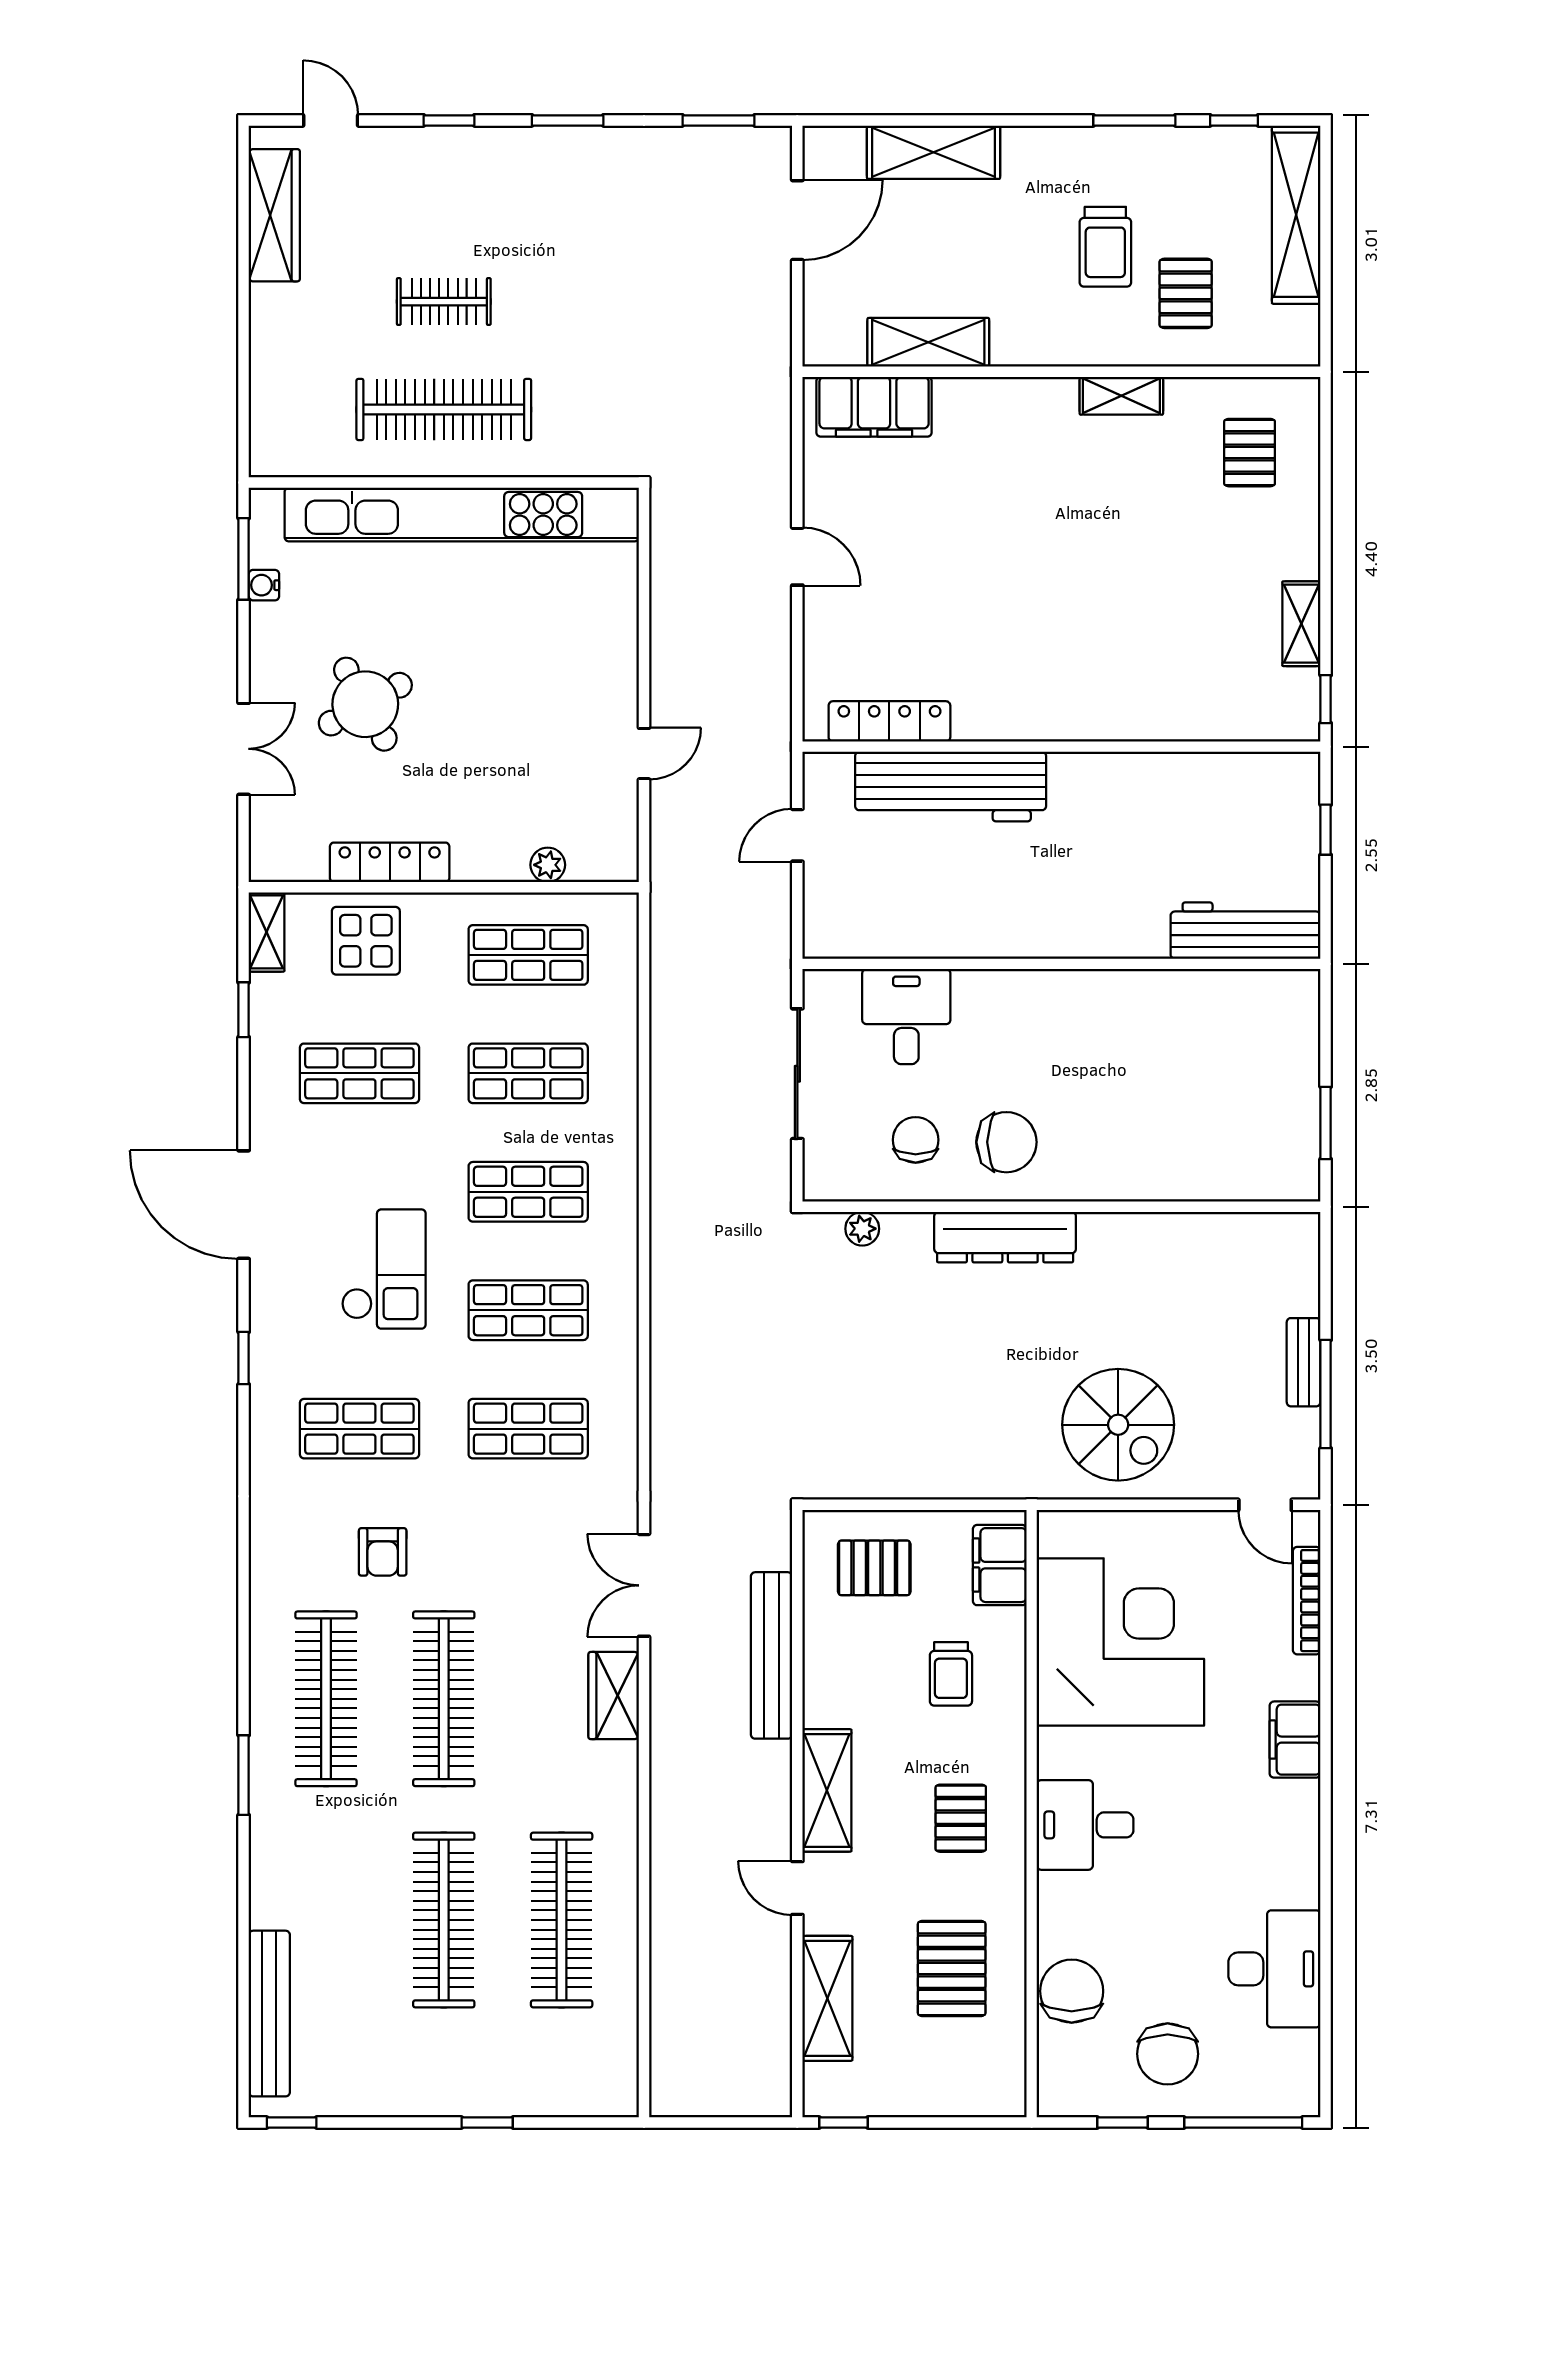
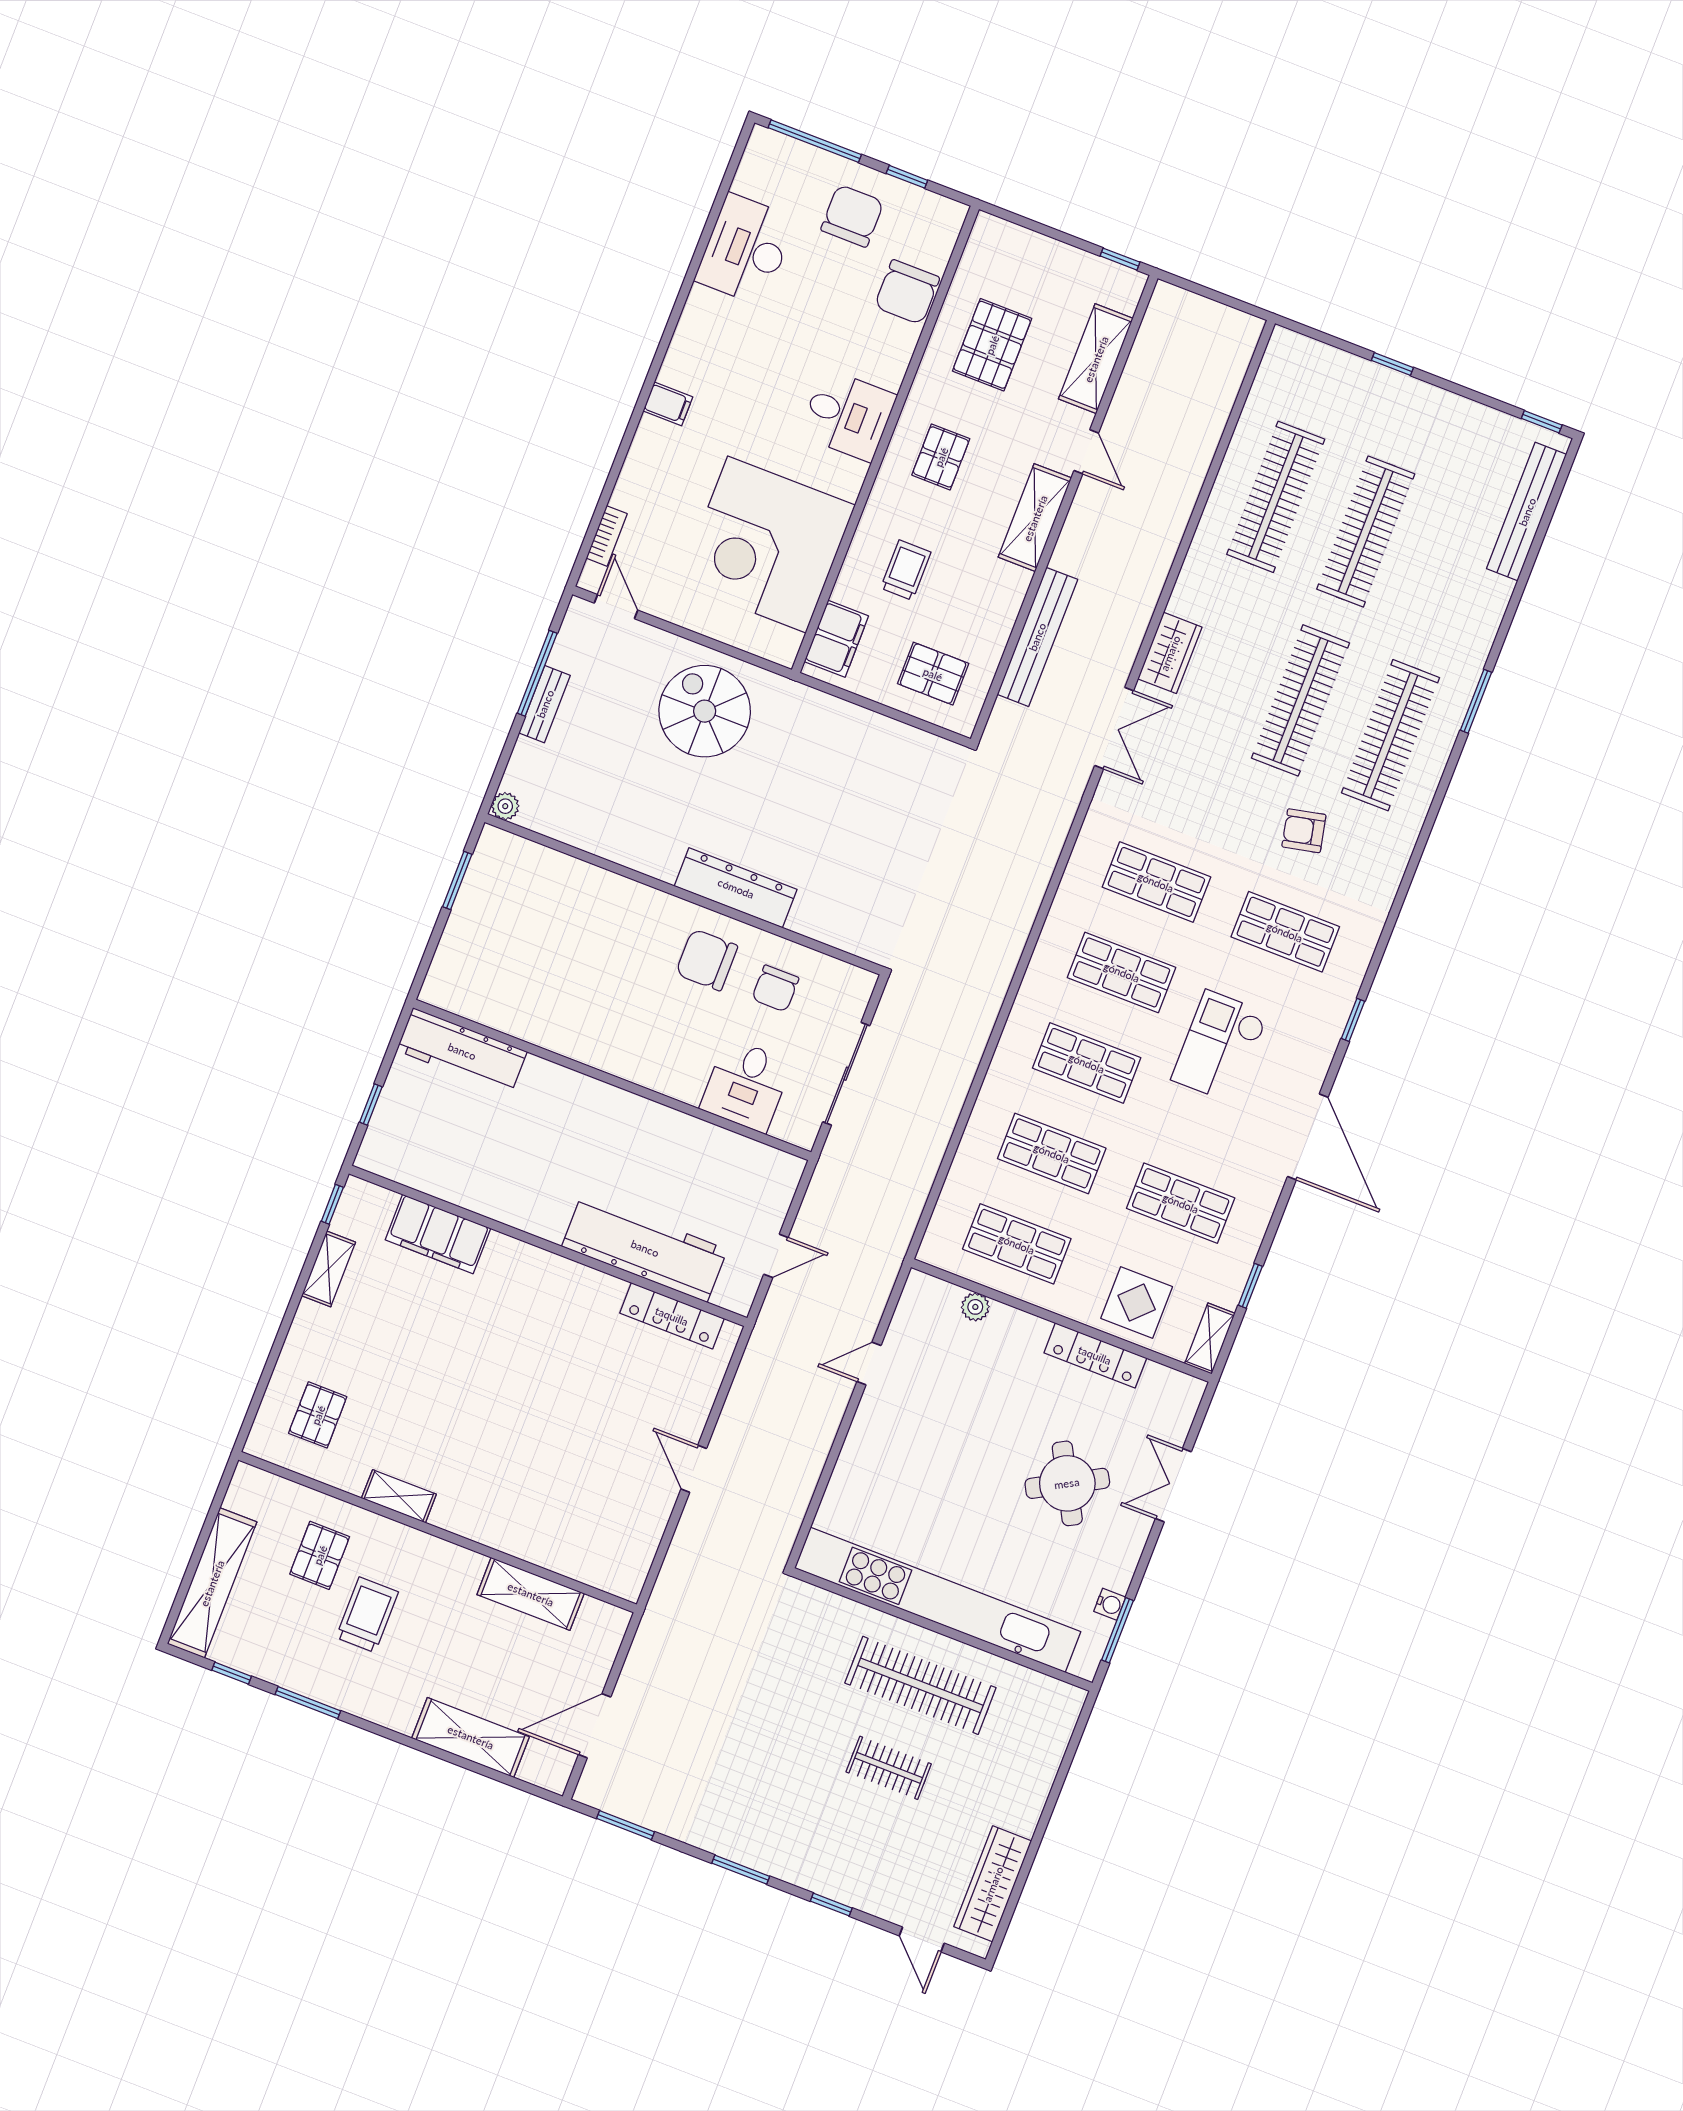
filing cabinet: (874, 407) -> (438, 1234), moved, turned 180
plant: (862, 1229) -> (505, 806), moved
armchair: (383, 1552) -> (1304, 831), turned -102
bookcase: (1307, 1601) -> (607, 536), width x0.64
filing cabinet: (1295, 1740) -> (668, 404), width x0.50

